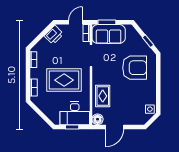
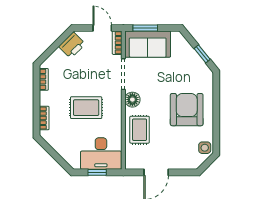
door: (76, 22) -> (102, 28), hinge flipped
armchair: (135, 68) -> (187, 110), moved, turned -90
rug: (64, 80) -> (86, 108), width x0.73, depth x0.70
floor lamp: (98, 119) -> (132, 100), moved

